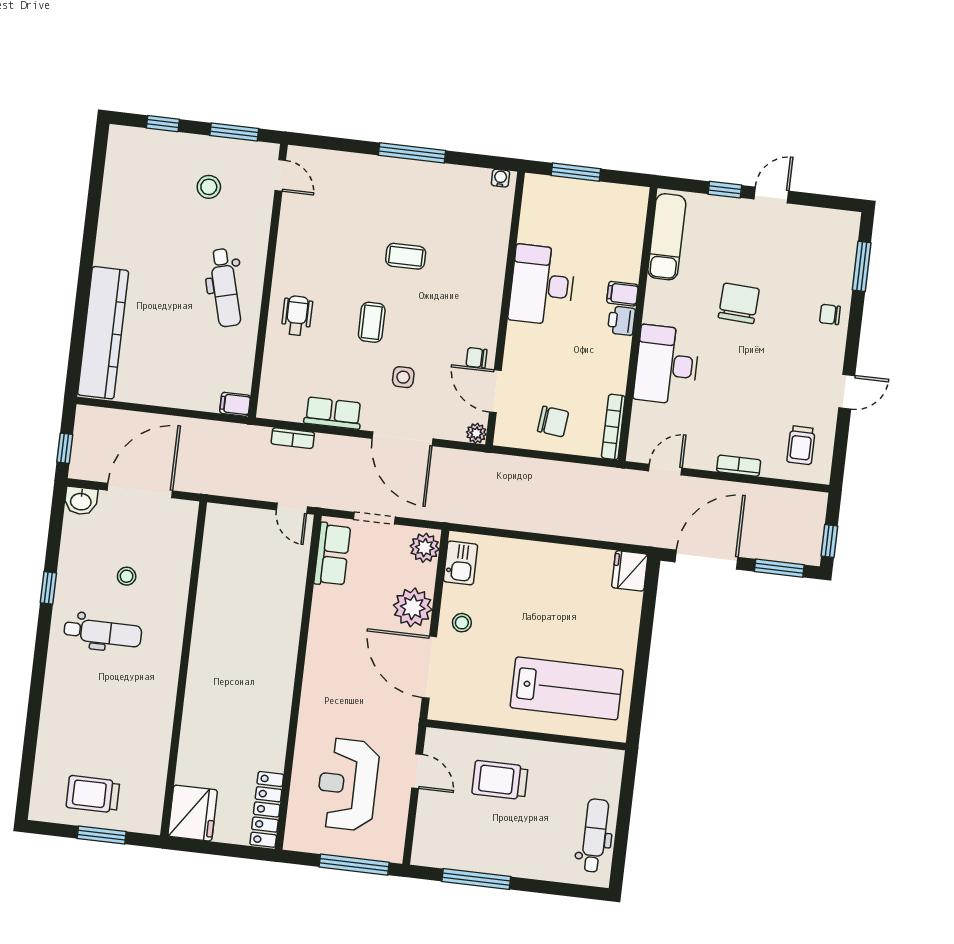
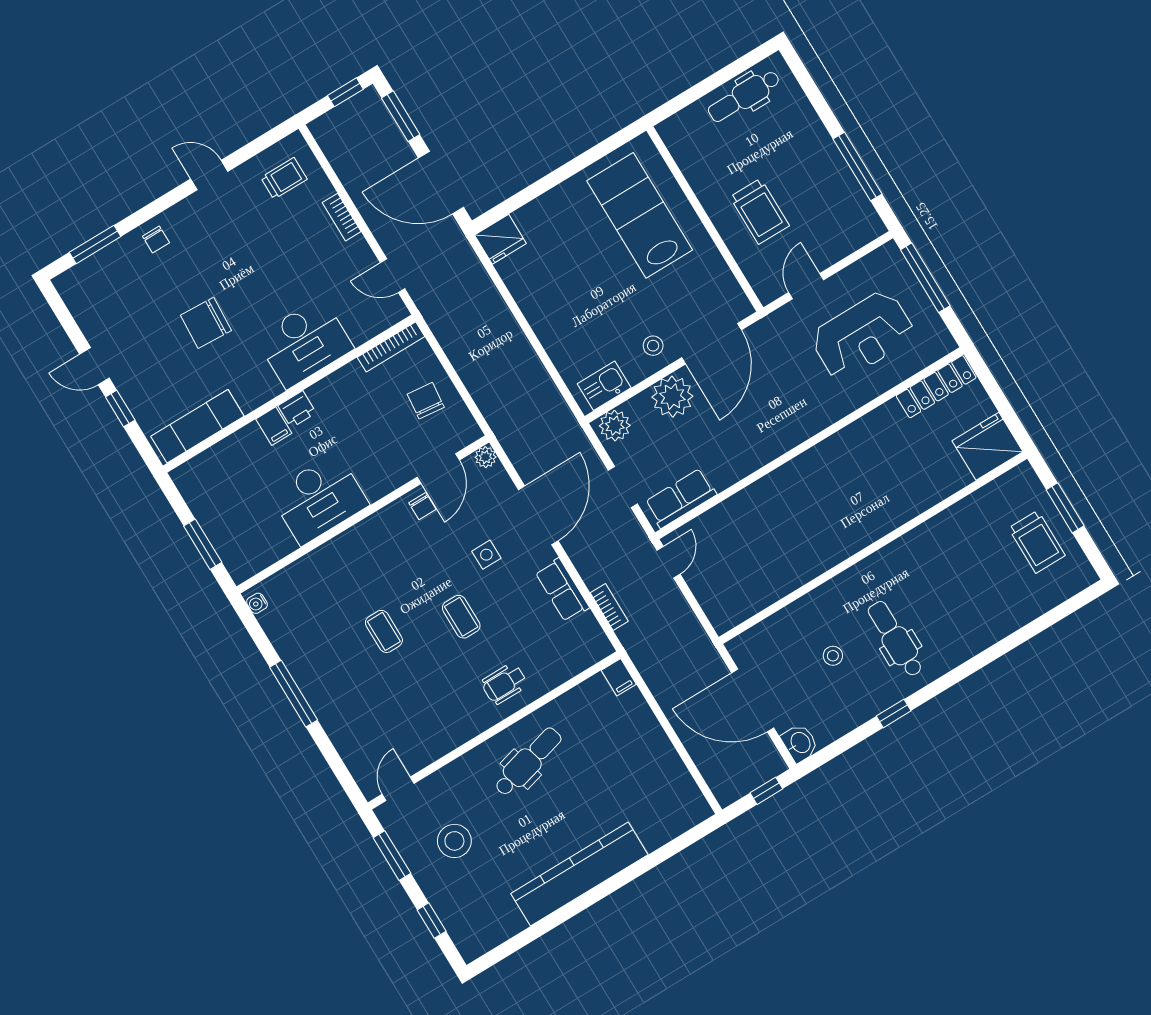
stool: (209, 187) -> (454, 841), width x1.38, depth x1.38
coffee table: (372, 322) -> (461, 617), turned 90
kitchen counter: (103, 333) -> (579, 874), moved

